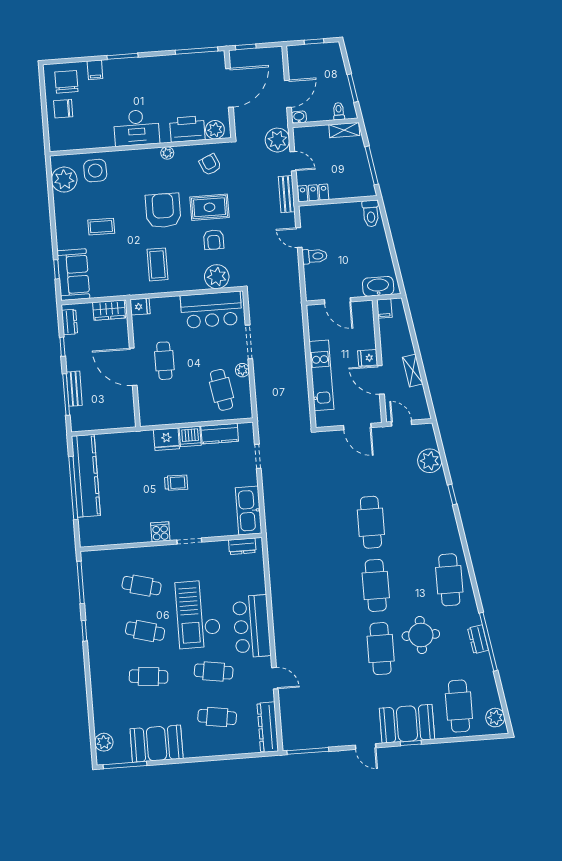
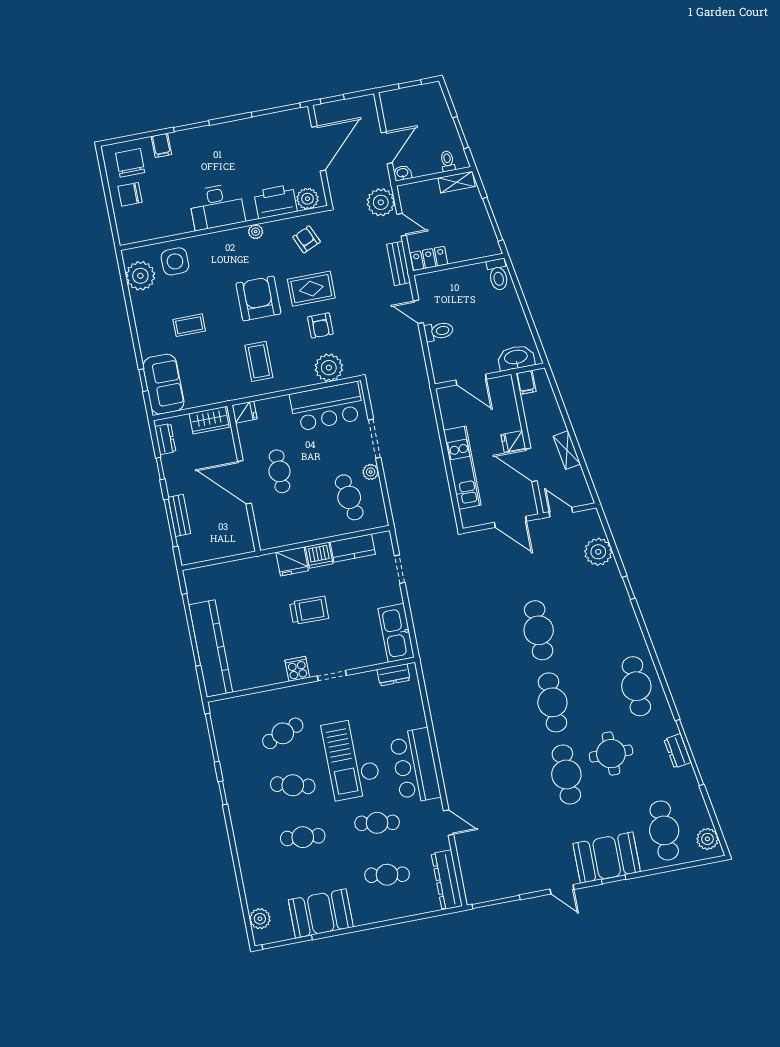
kitchen counter: (86, 476) -> (211, 649), moved
trolley: (176, 483) -> (309, 610), width x1.36, depth x1.39
cafe table: (142, 586) -> (283, 733), turned -36

